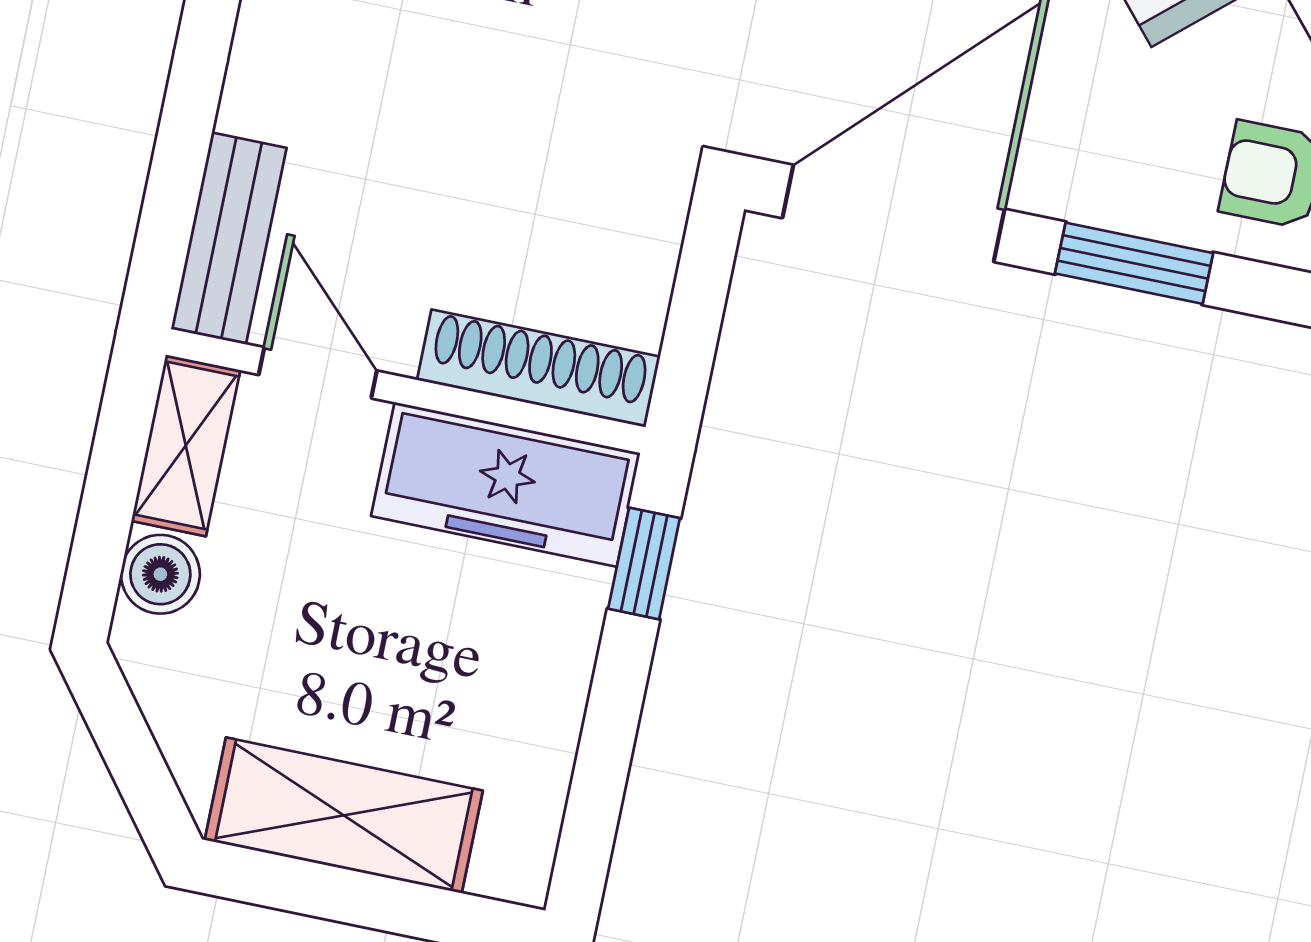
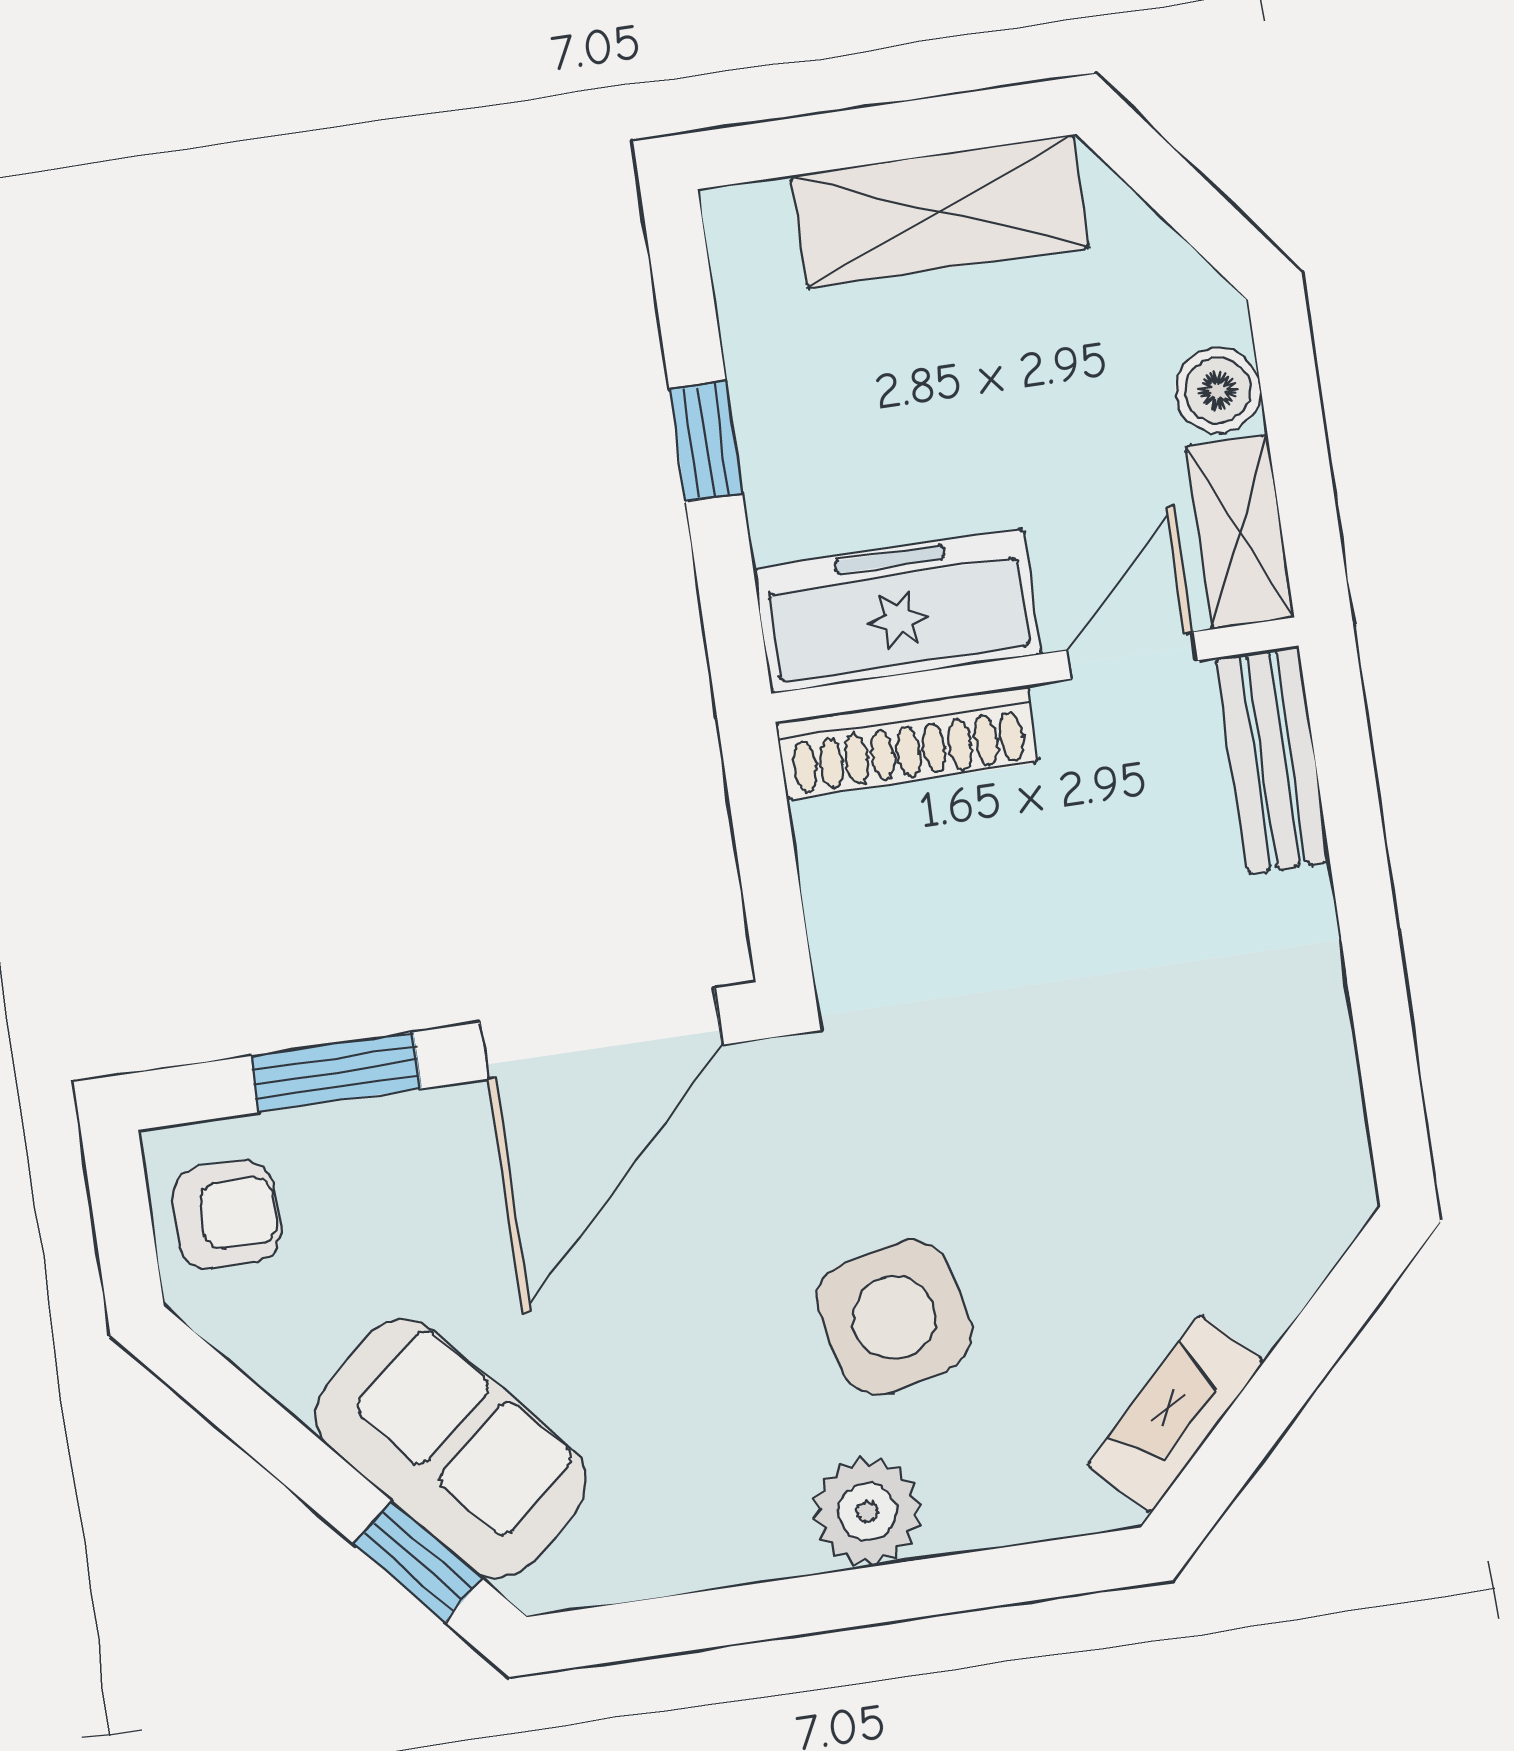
door: (318, 373) -> (1132, 656), swing flipped
window: (644, 563) -> (706, 441), moved

